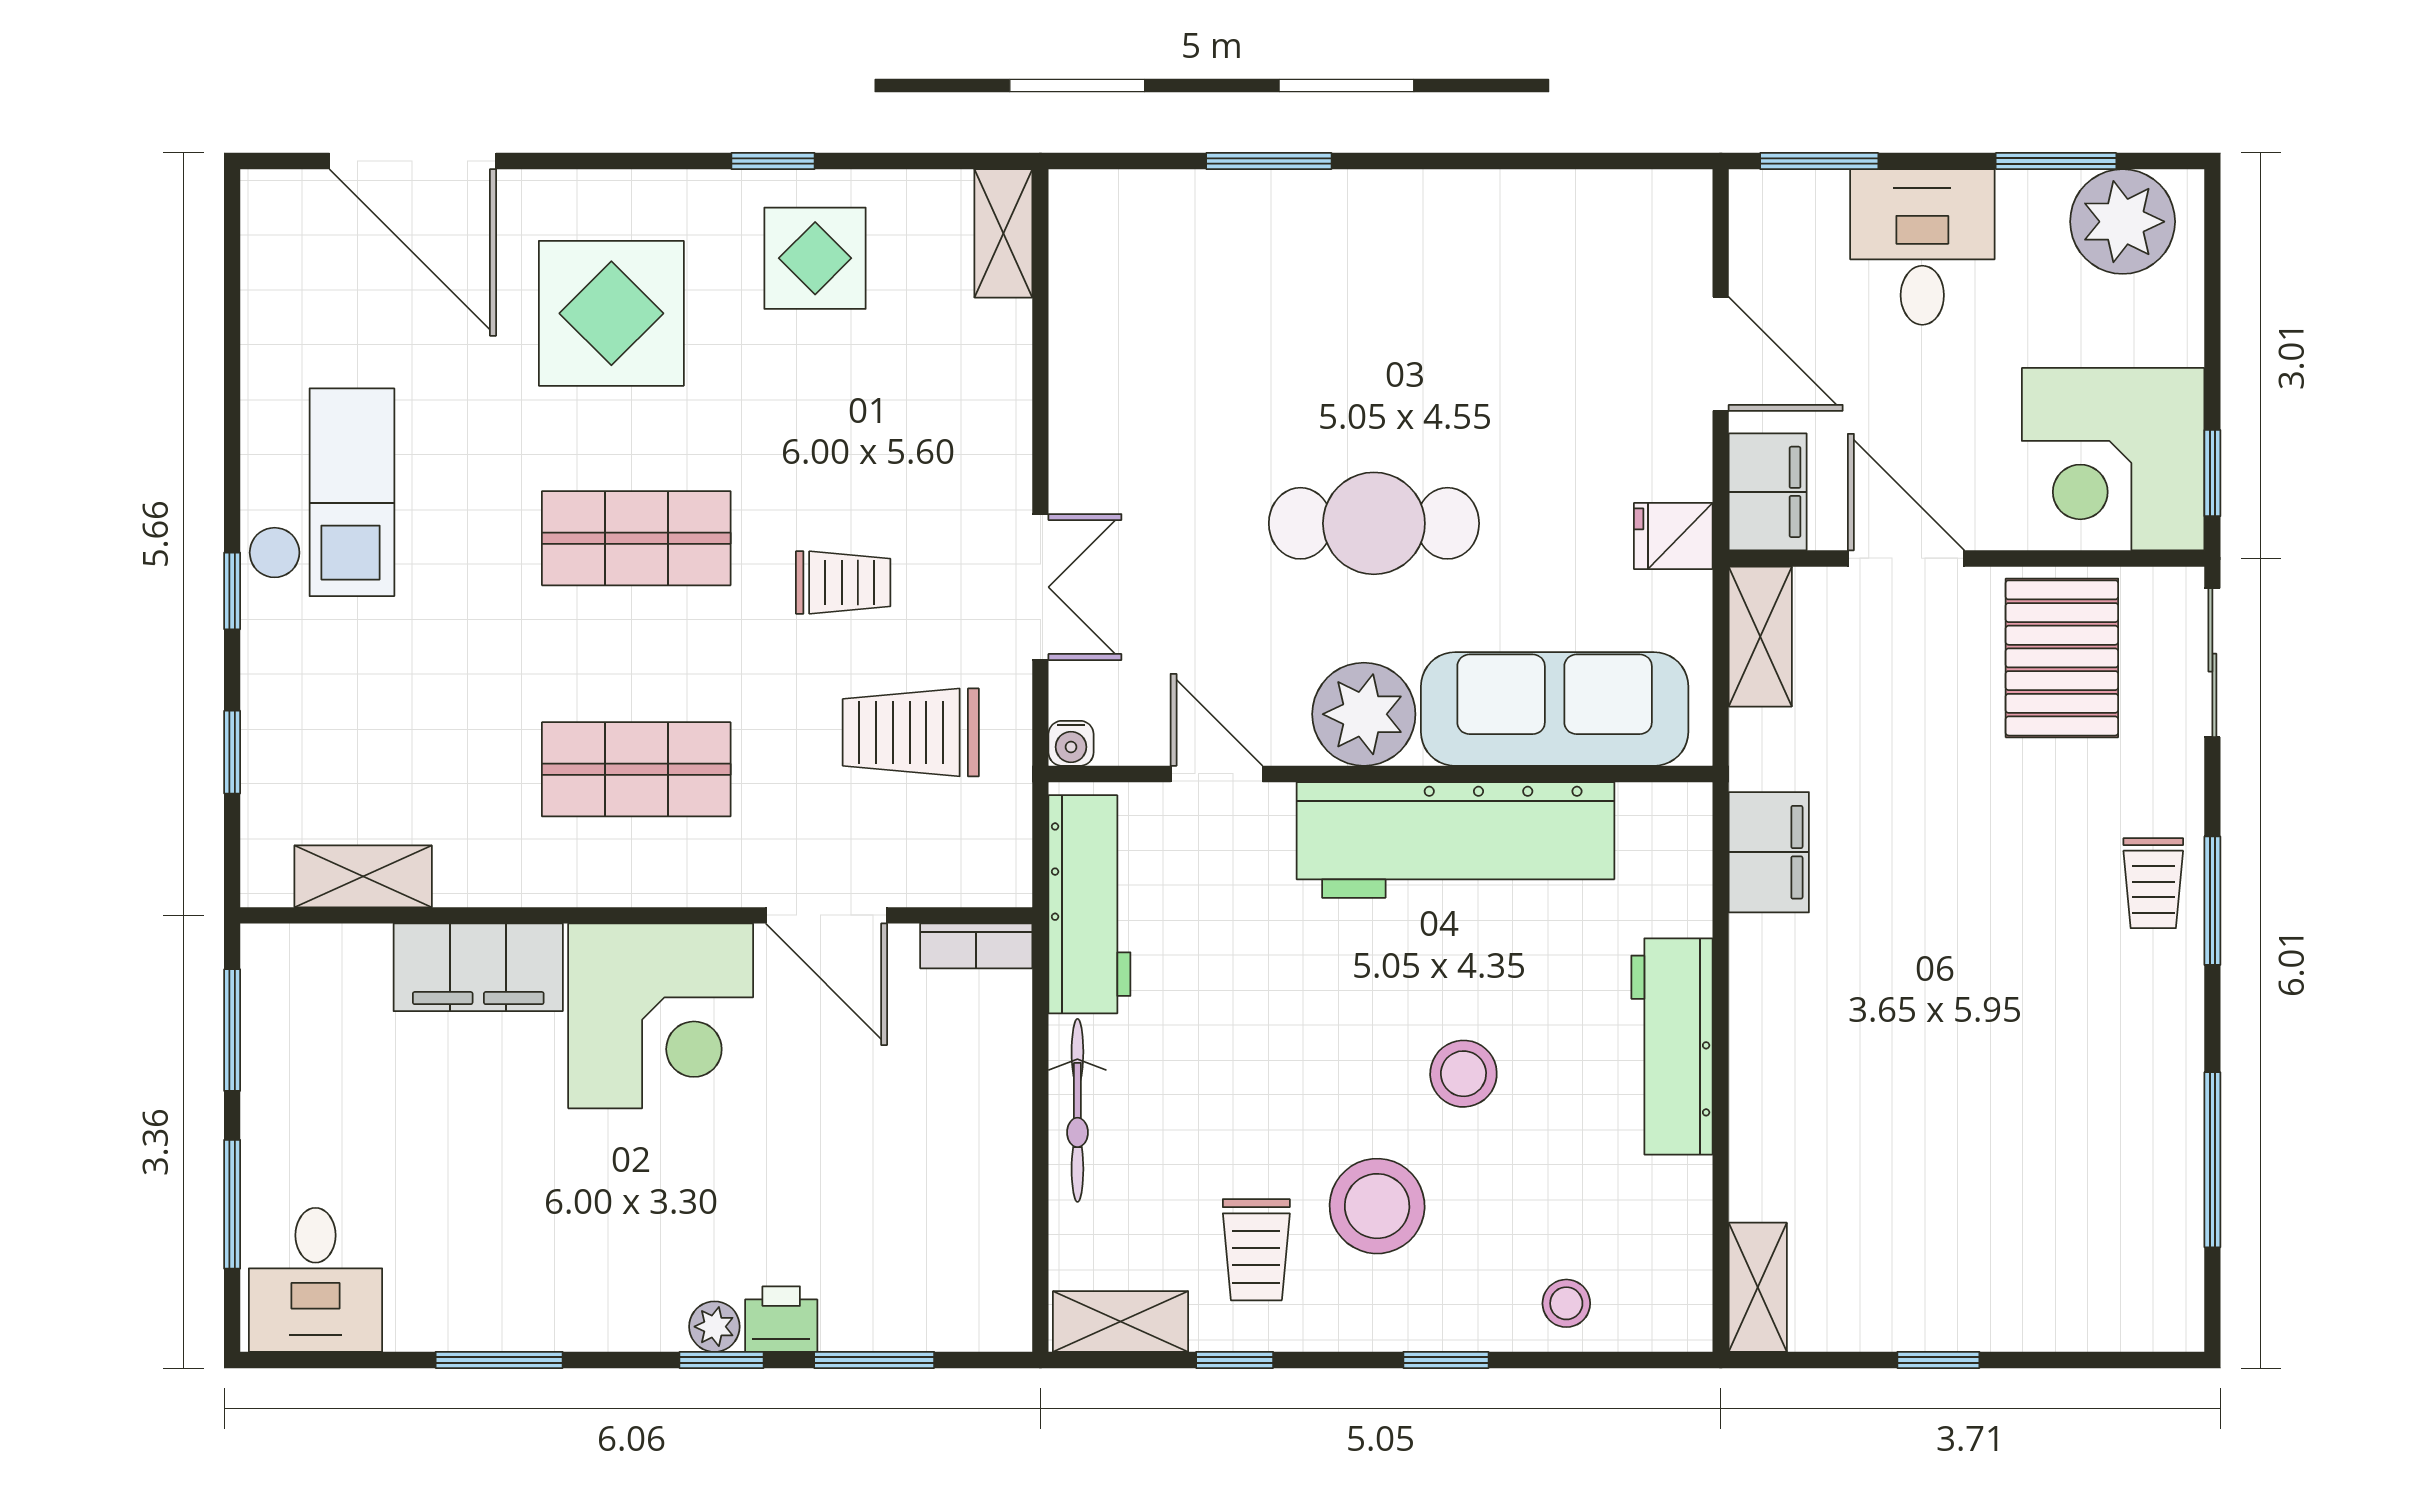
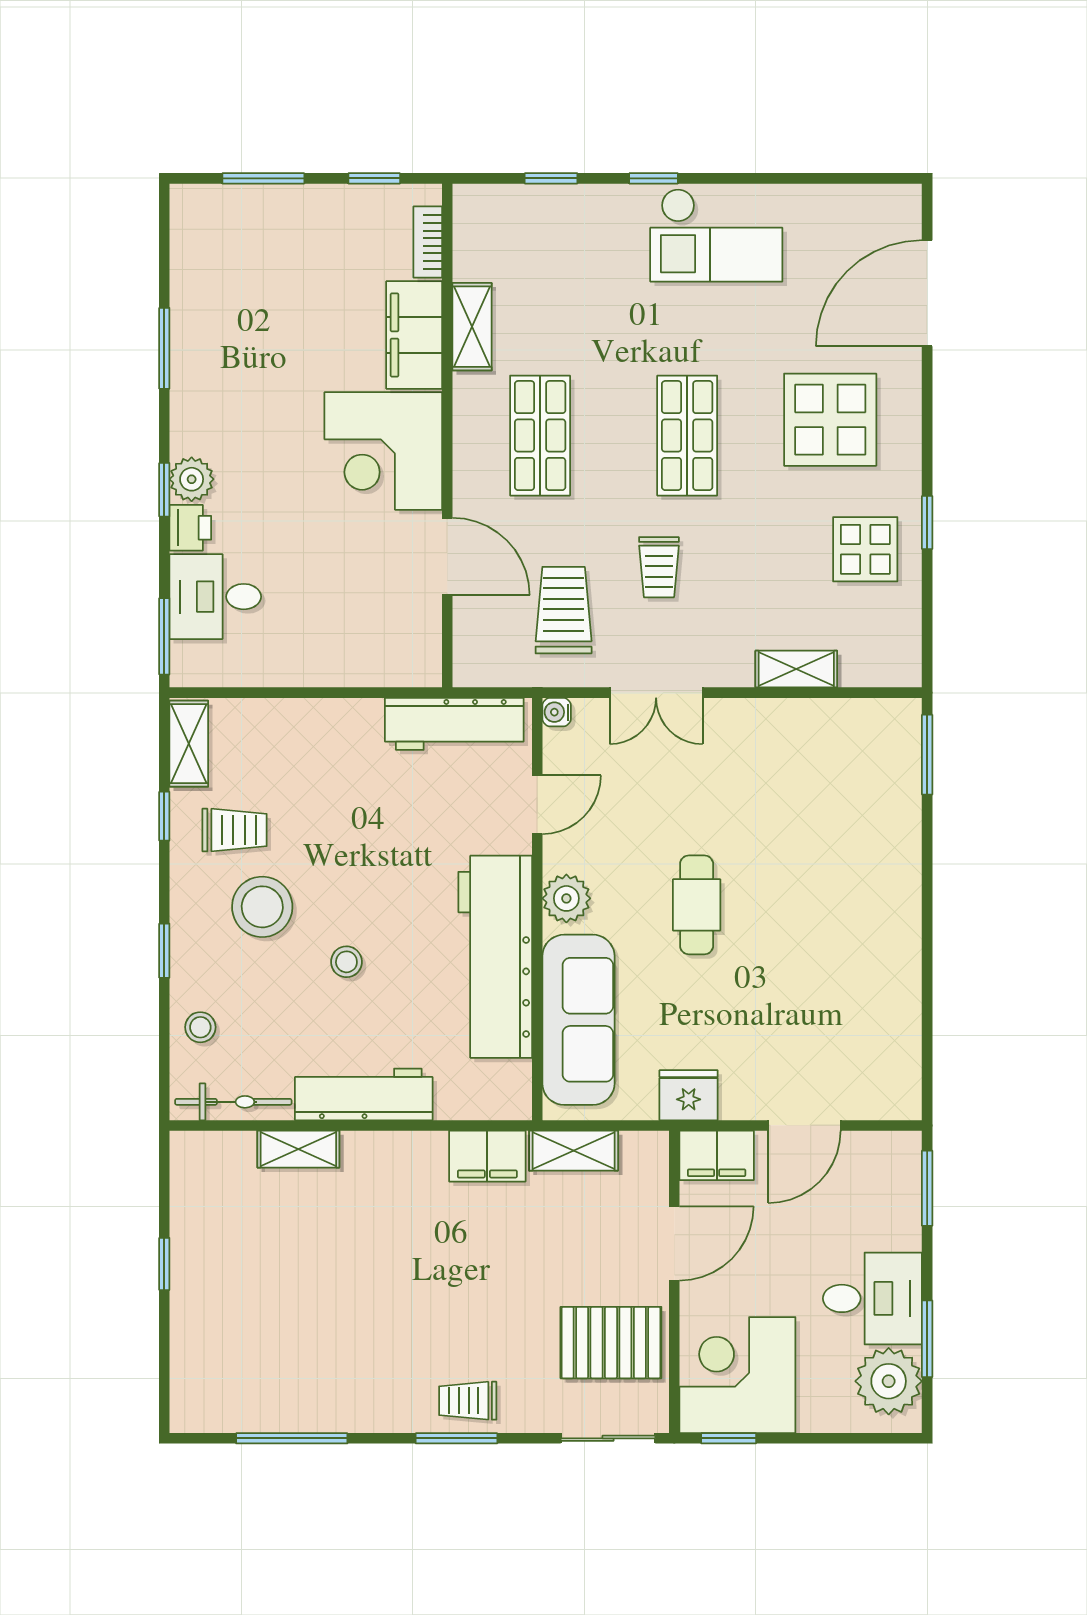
window: (1269, 161) -> (927, 755), moved
shelving: (1003, 233) -> (796, 669), moved
desk: (1922, 247) -> (872, 1298), moved
cafe table: (1374, 523) -> (697, 905), width x0.73, depth x0.74
fridge: (1673, 536) -> (689, 1095), width x1.38
shelving: (1760, 637) -> (574, 1151), moved
plant: (1364, 714) -> (566, 898), width x0.73, depth x0.73
shelving: (363, 876) -> (472, 327), moved
door: (826, 915) -> (447, 556), swing flipped
bookcase: (976, 946) -> (428, 242), moved
window: (232, 1030) -> (374, 178), width x0.67
stool: (1463, 1074) -> (346, 962), width x0.73, depth x0.73
bicycle: (1077, 1110) -> (233, 1102), moved, turned 180
trolley: (1256, 1250) -> (234, 830), turned 180
desk: (315, 1280) -> (215, 597), moved
shelving: (1758, 1287) -> (298, 1149), moved
plant: (714, 1327) -> (192, 479), width x1.38, depth x1.38
window: (874, 1360) -> (164, 636), moved

